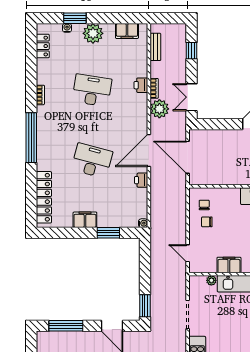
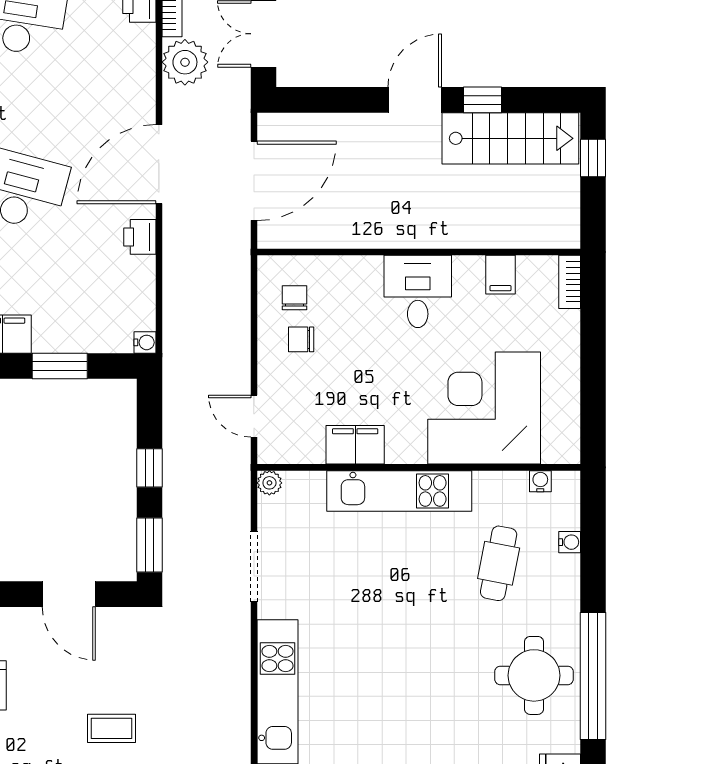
door: (188, 157) -> (254, 181), swing flipped
window: (145, 274) -> (149, 468), added
plant: (211, 280) -> (269, 483), moved

